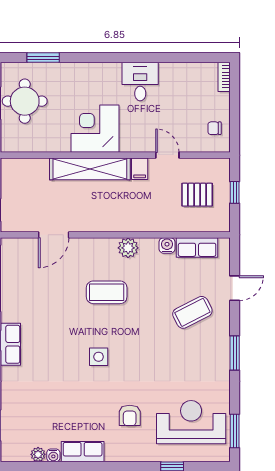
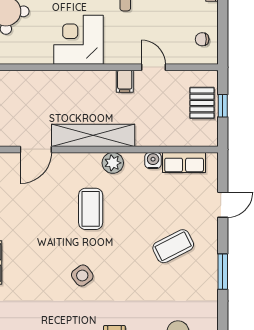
shelving: (90, 169) -> (93, 135), moved
pallet: (197, 195) -> (202, 103), moved, turned 90
coffee table: (107, 292) -> (91, 209), turned 90
coffee table: (192, 312) -> (173, 246), moved
side table: (99, 357) -> (82, 275), turned -37

